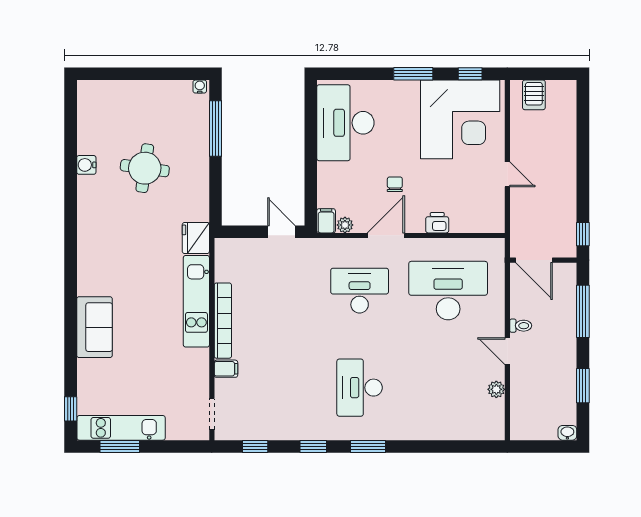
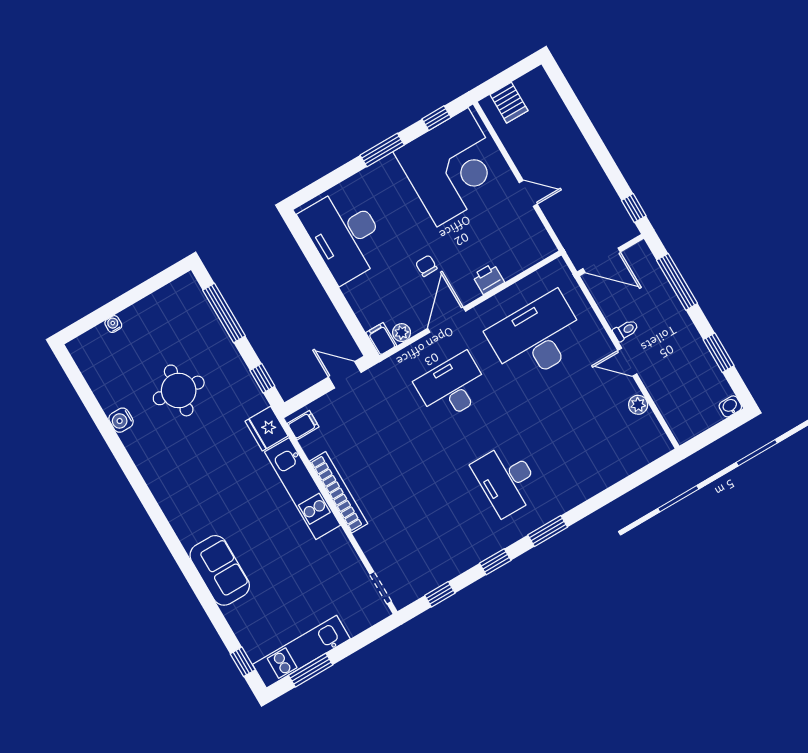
water cooler: (200, 87) -> (113, 324), moved
window: (216, 197) -> (262, 378), added
filing cabinet: (226, 369) -> (303, 425), moved

